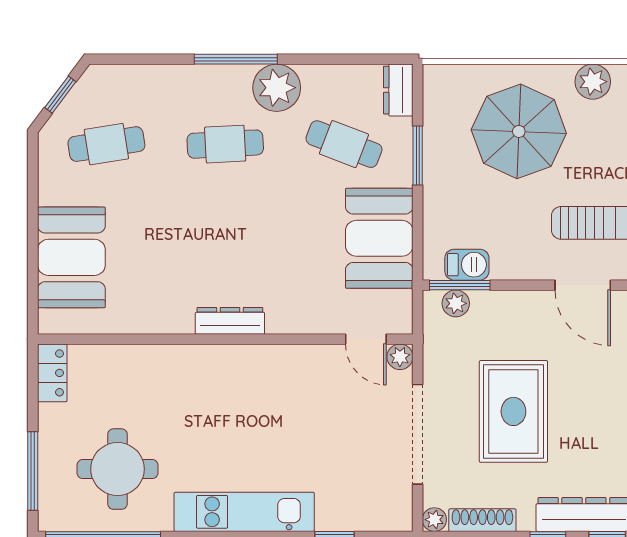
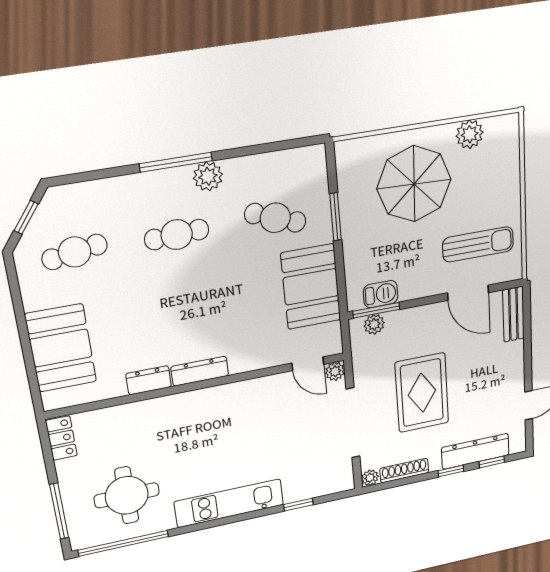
plant: (277, 88) -> (208, 176), width x0.73, depth x0.73
dresser: (398, 90) -> (149, 380), moved, turned 90

